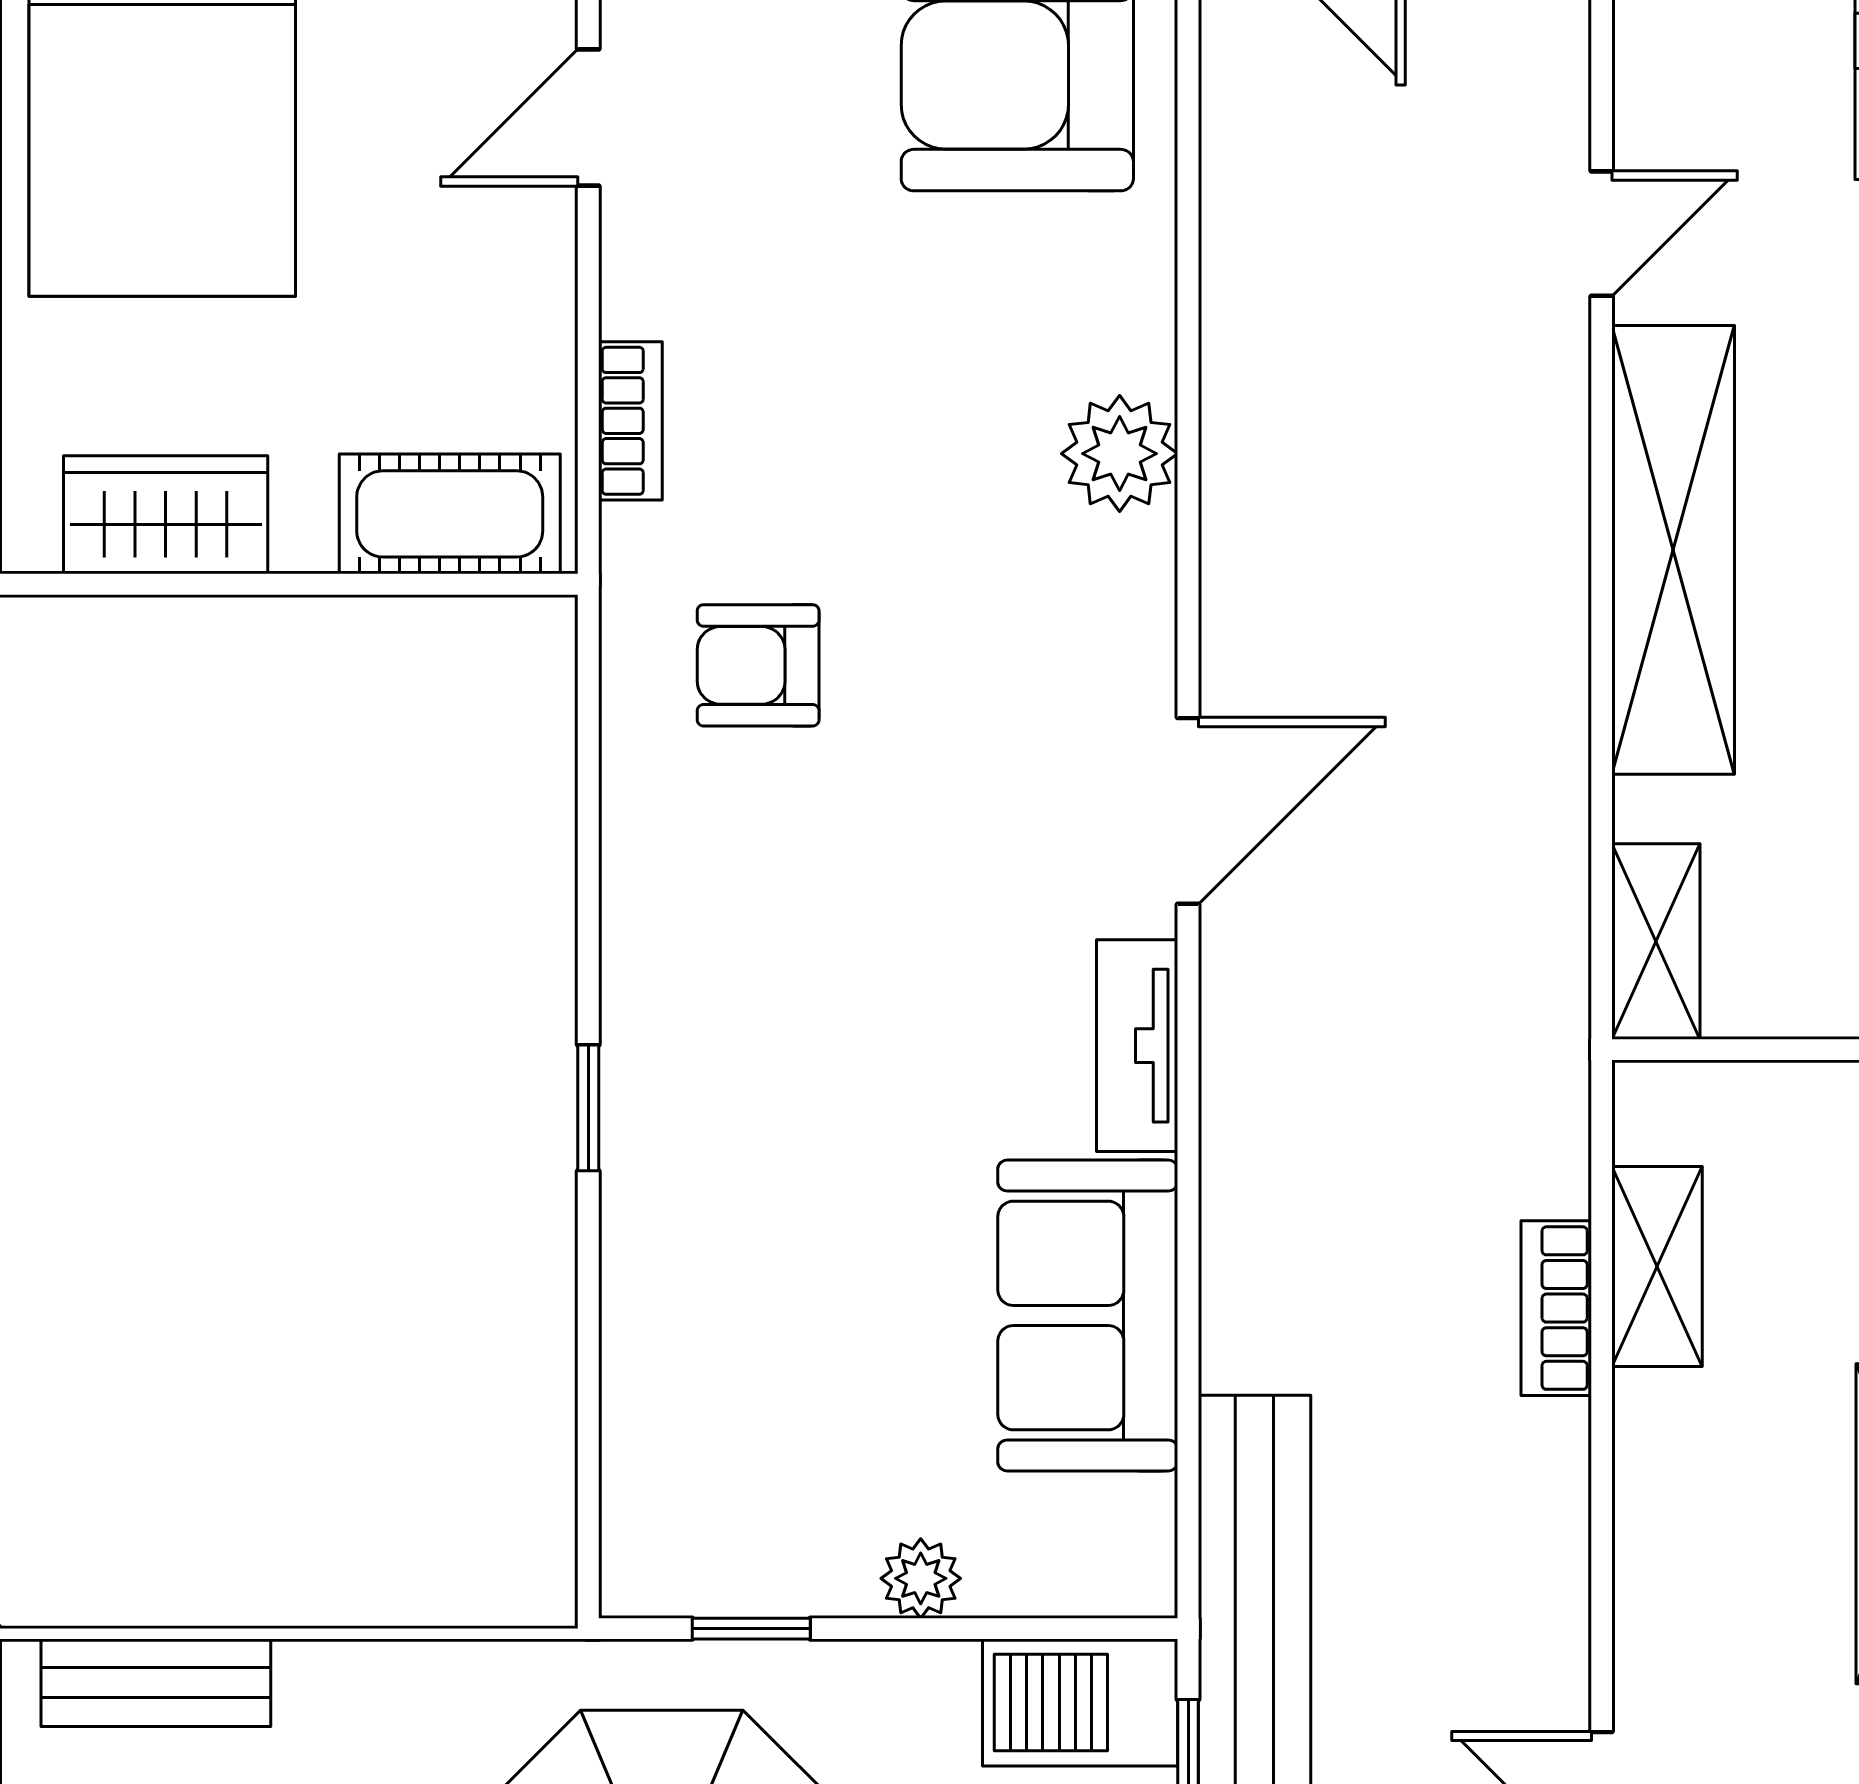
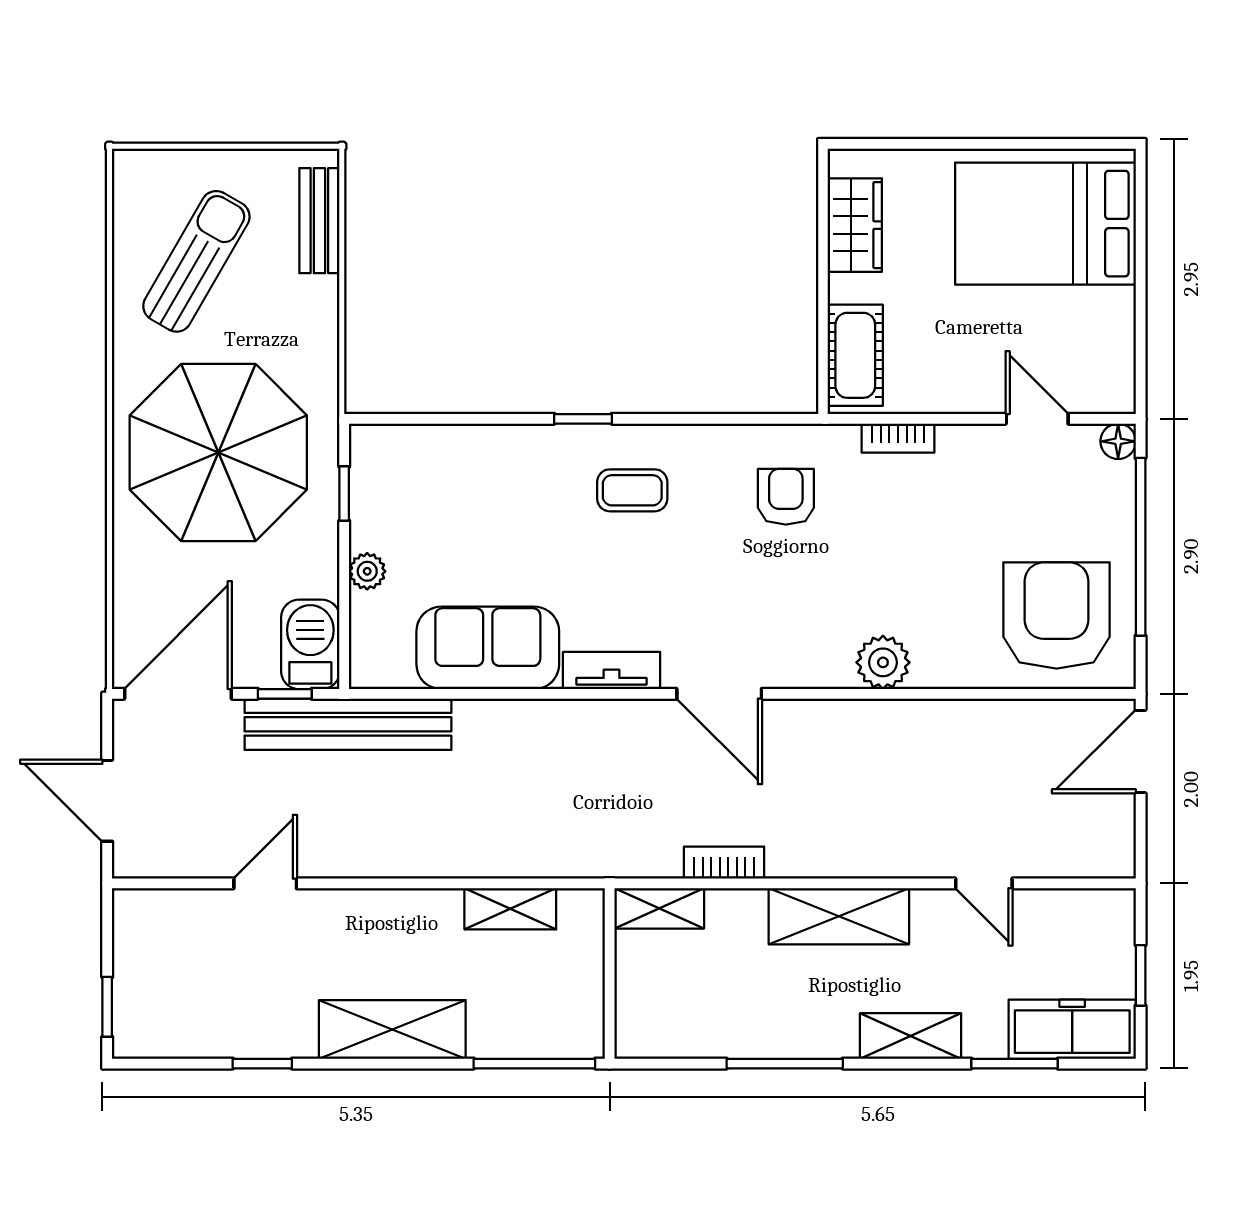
shelving: (1673, 550) -> (839, 916), width x0.68
coffee table: (744, 1000) -> (632, 490), added
bookcase: (1556, 1308) -> (724, 863), moved

